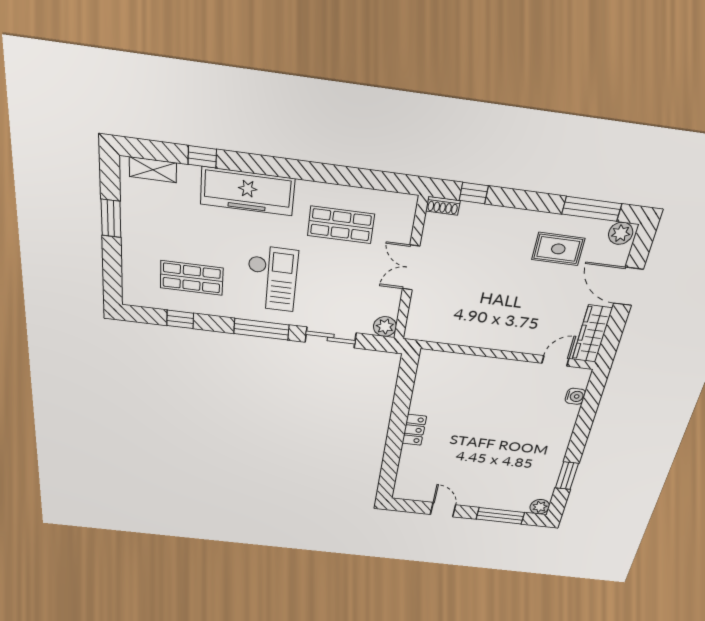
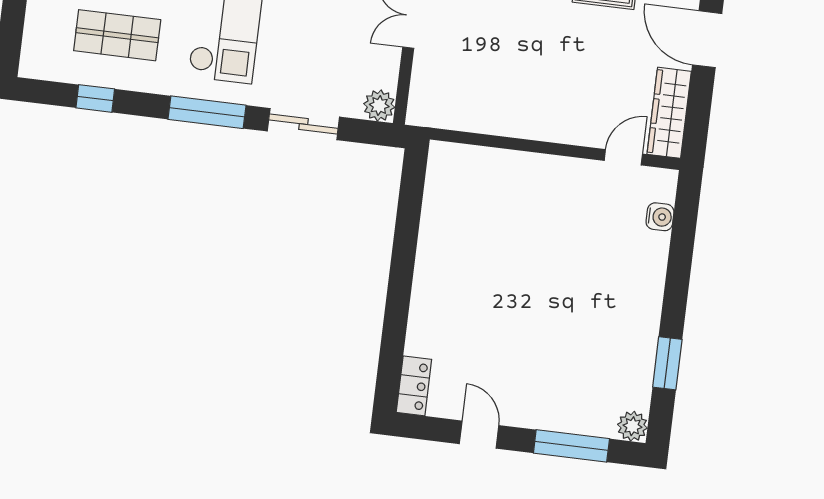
locker: (414, 430) -> (414, 386), moved

